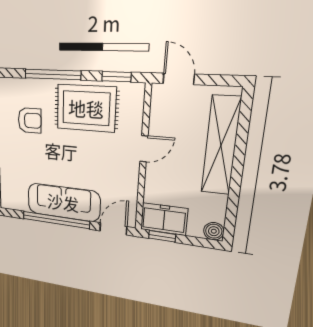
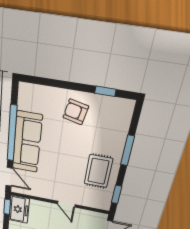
window: (53, 74) -> (127, 150), width x0.69
rug: (86, 108) -> (98, 171), width x0.73, depth x0.70
armchair: (30, 120) -> (76, 112), moved, turned 102

